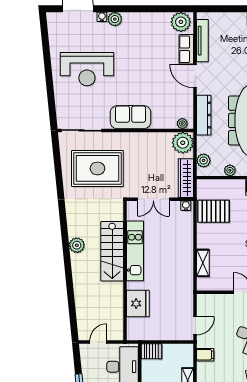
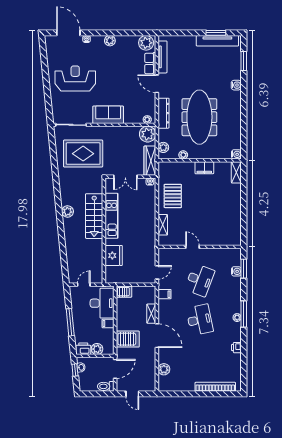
plant: (115, 19) -> (110, 41), moved
reception desk: (87, 69) -> (75, 79), turned 180
pallet: (214, 211) -> (173, 196), moved, turned 90

